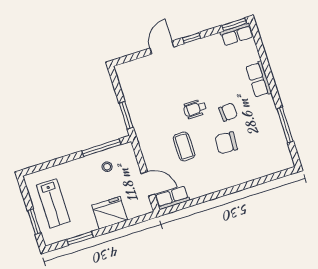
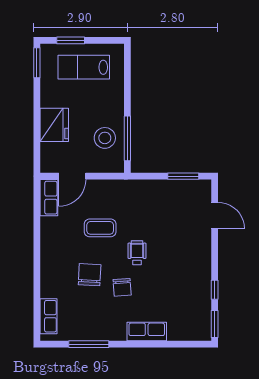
row of seats: (237, 34) -> (48, 316), moved, turned 180
window: (192, 38) -> (215, 290), moved
door: (162, 47) -> (215, 216), moved
window: (126, 115) -> (183, 176), moved
stool: (107, 167) -> (105, 138), width x1.89, depth x1.89
window: (80, 238) -> (37, 63), moved

